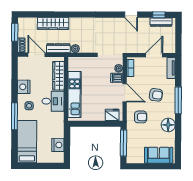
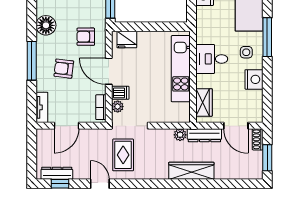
wardrobe: (53, 23) -> (191, 171), moved
rug: (115, 35) -> (123, 155), added
wardrobe: (59, 76) -> (204, 102), width x0.67

